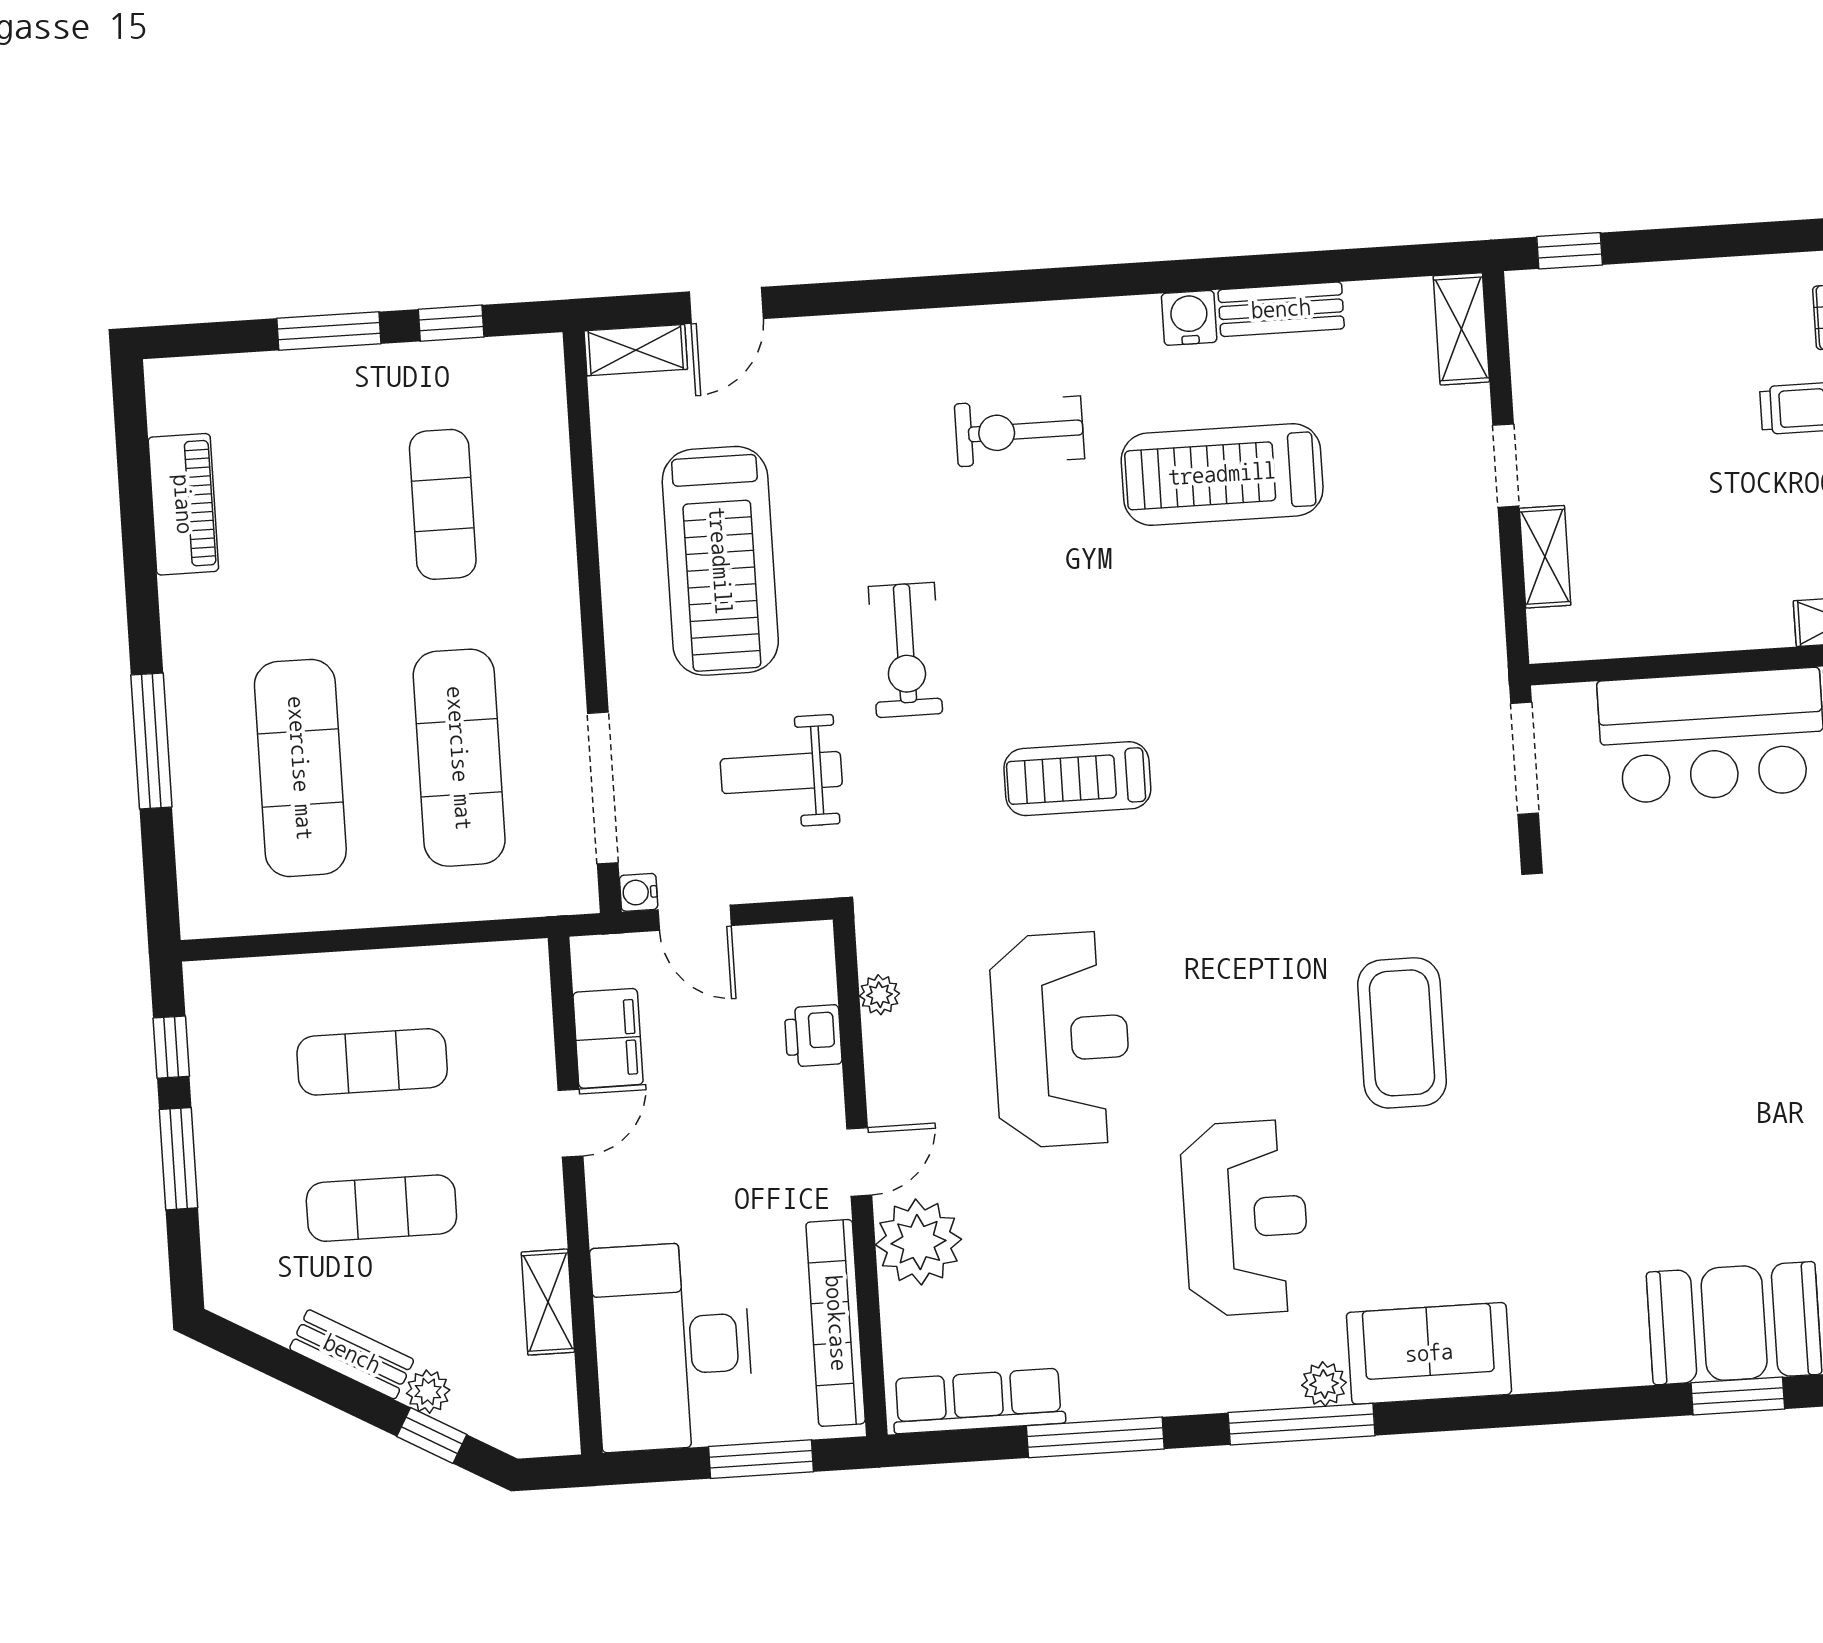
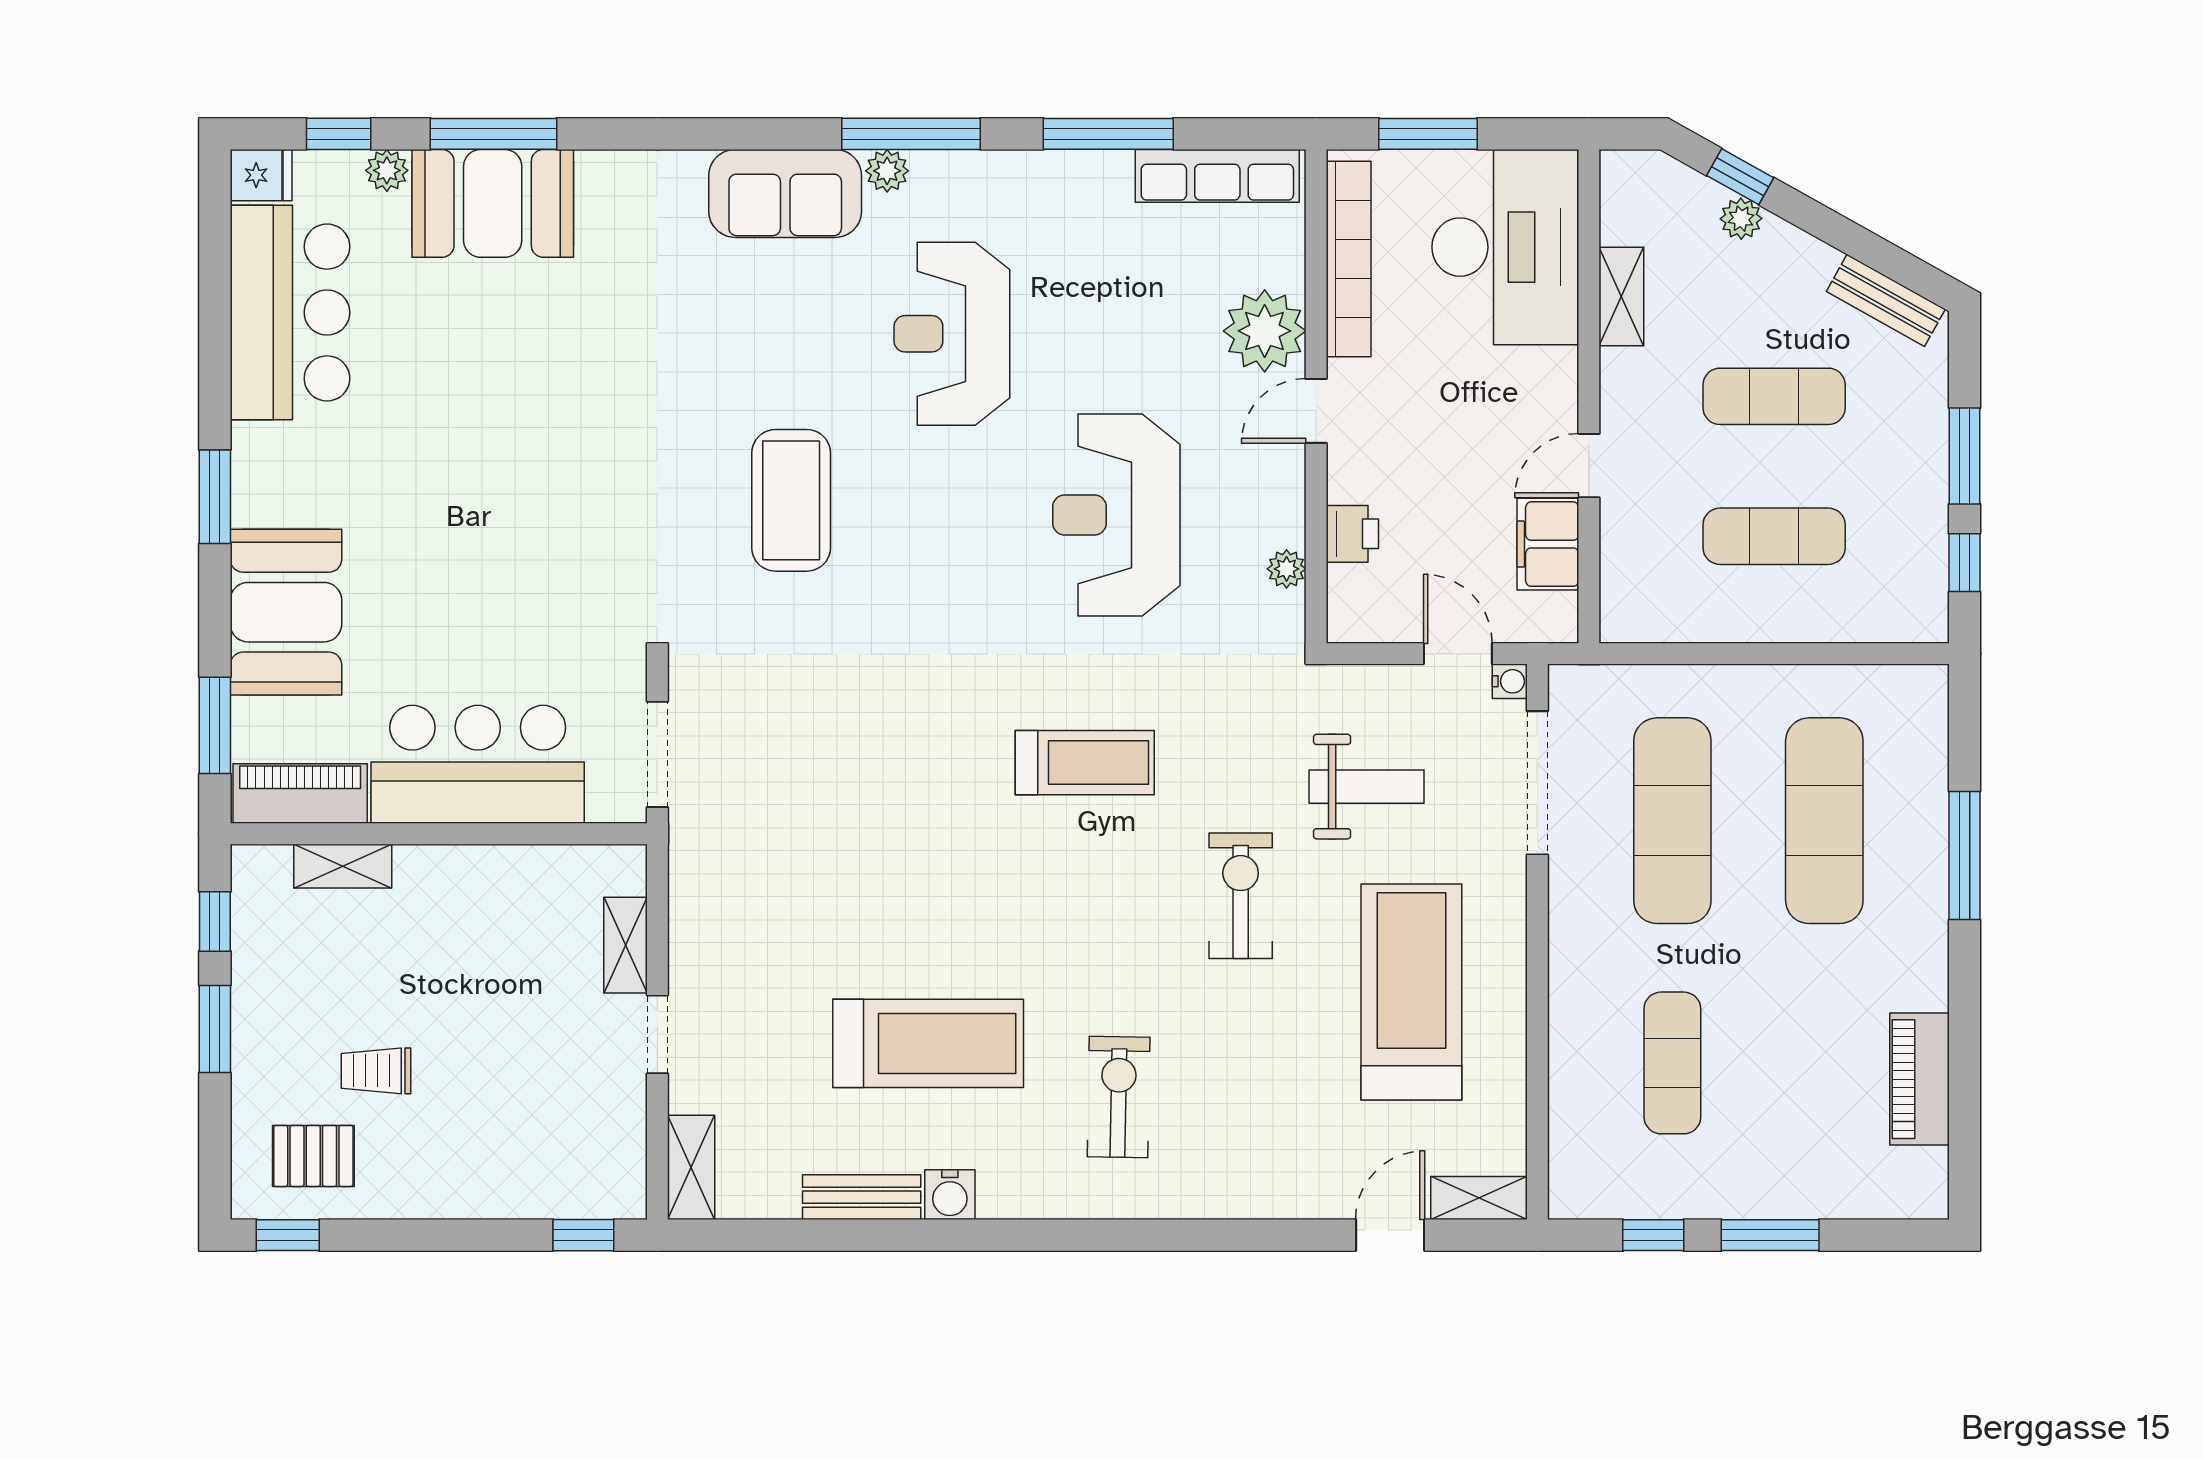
exercise bike: (1019, 431) -> (1119, 1097), turned -89
bench: (352, 1354) -> (1886, 300), moved
window: (1738, 1396) -> (494, 134), width x1.44

